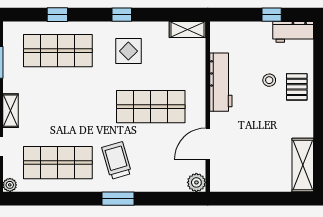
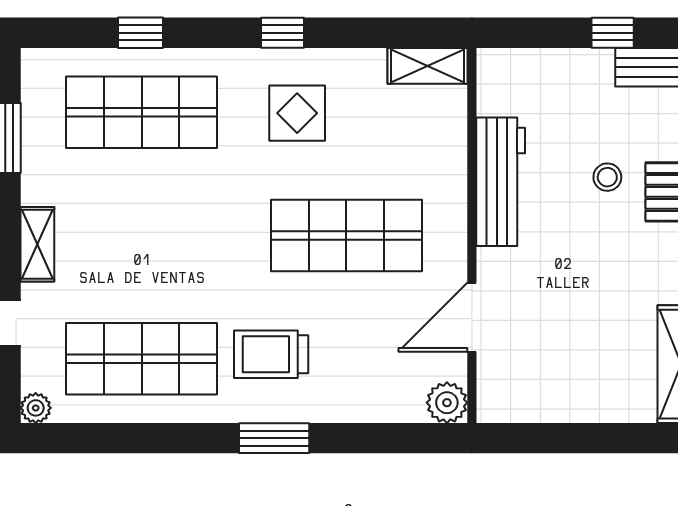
trolley: (117, 160) -> (271, 354), turned -74

